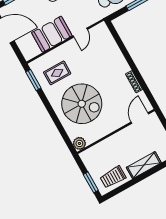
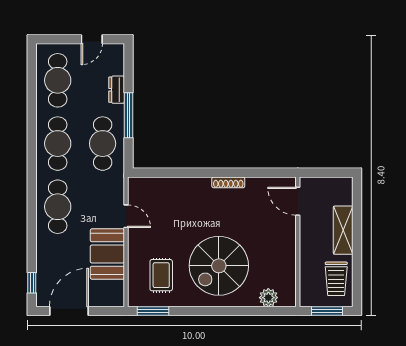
spiral stairs: (82, 104) -> (219, 266), turned 180
door: (140, 118) -> (298, 201), moved
wall: (116, 131) -> (298, 242), moved

